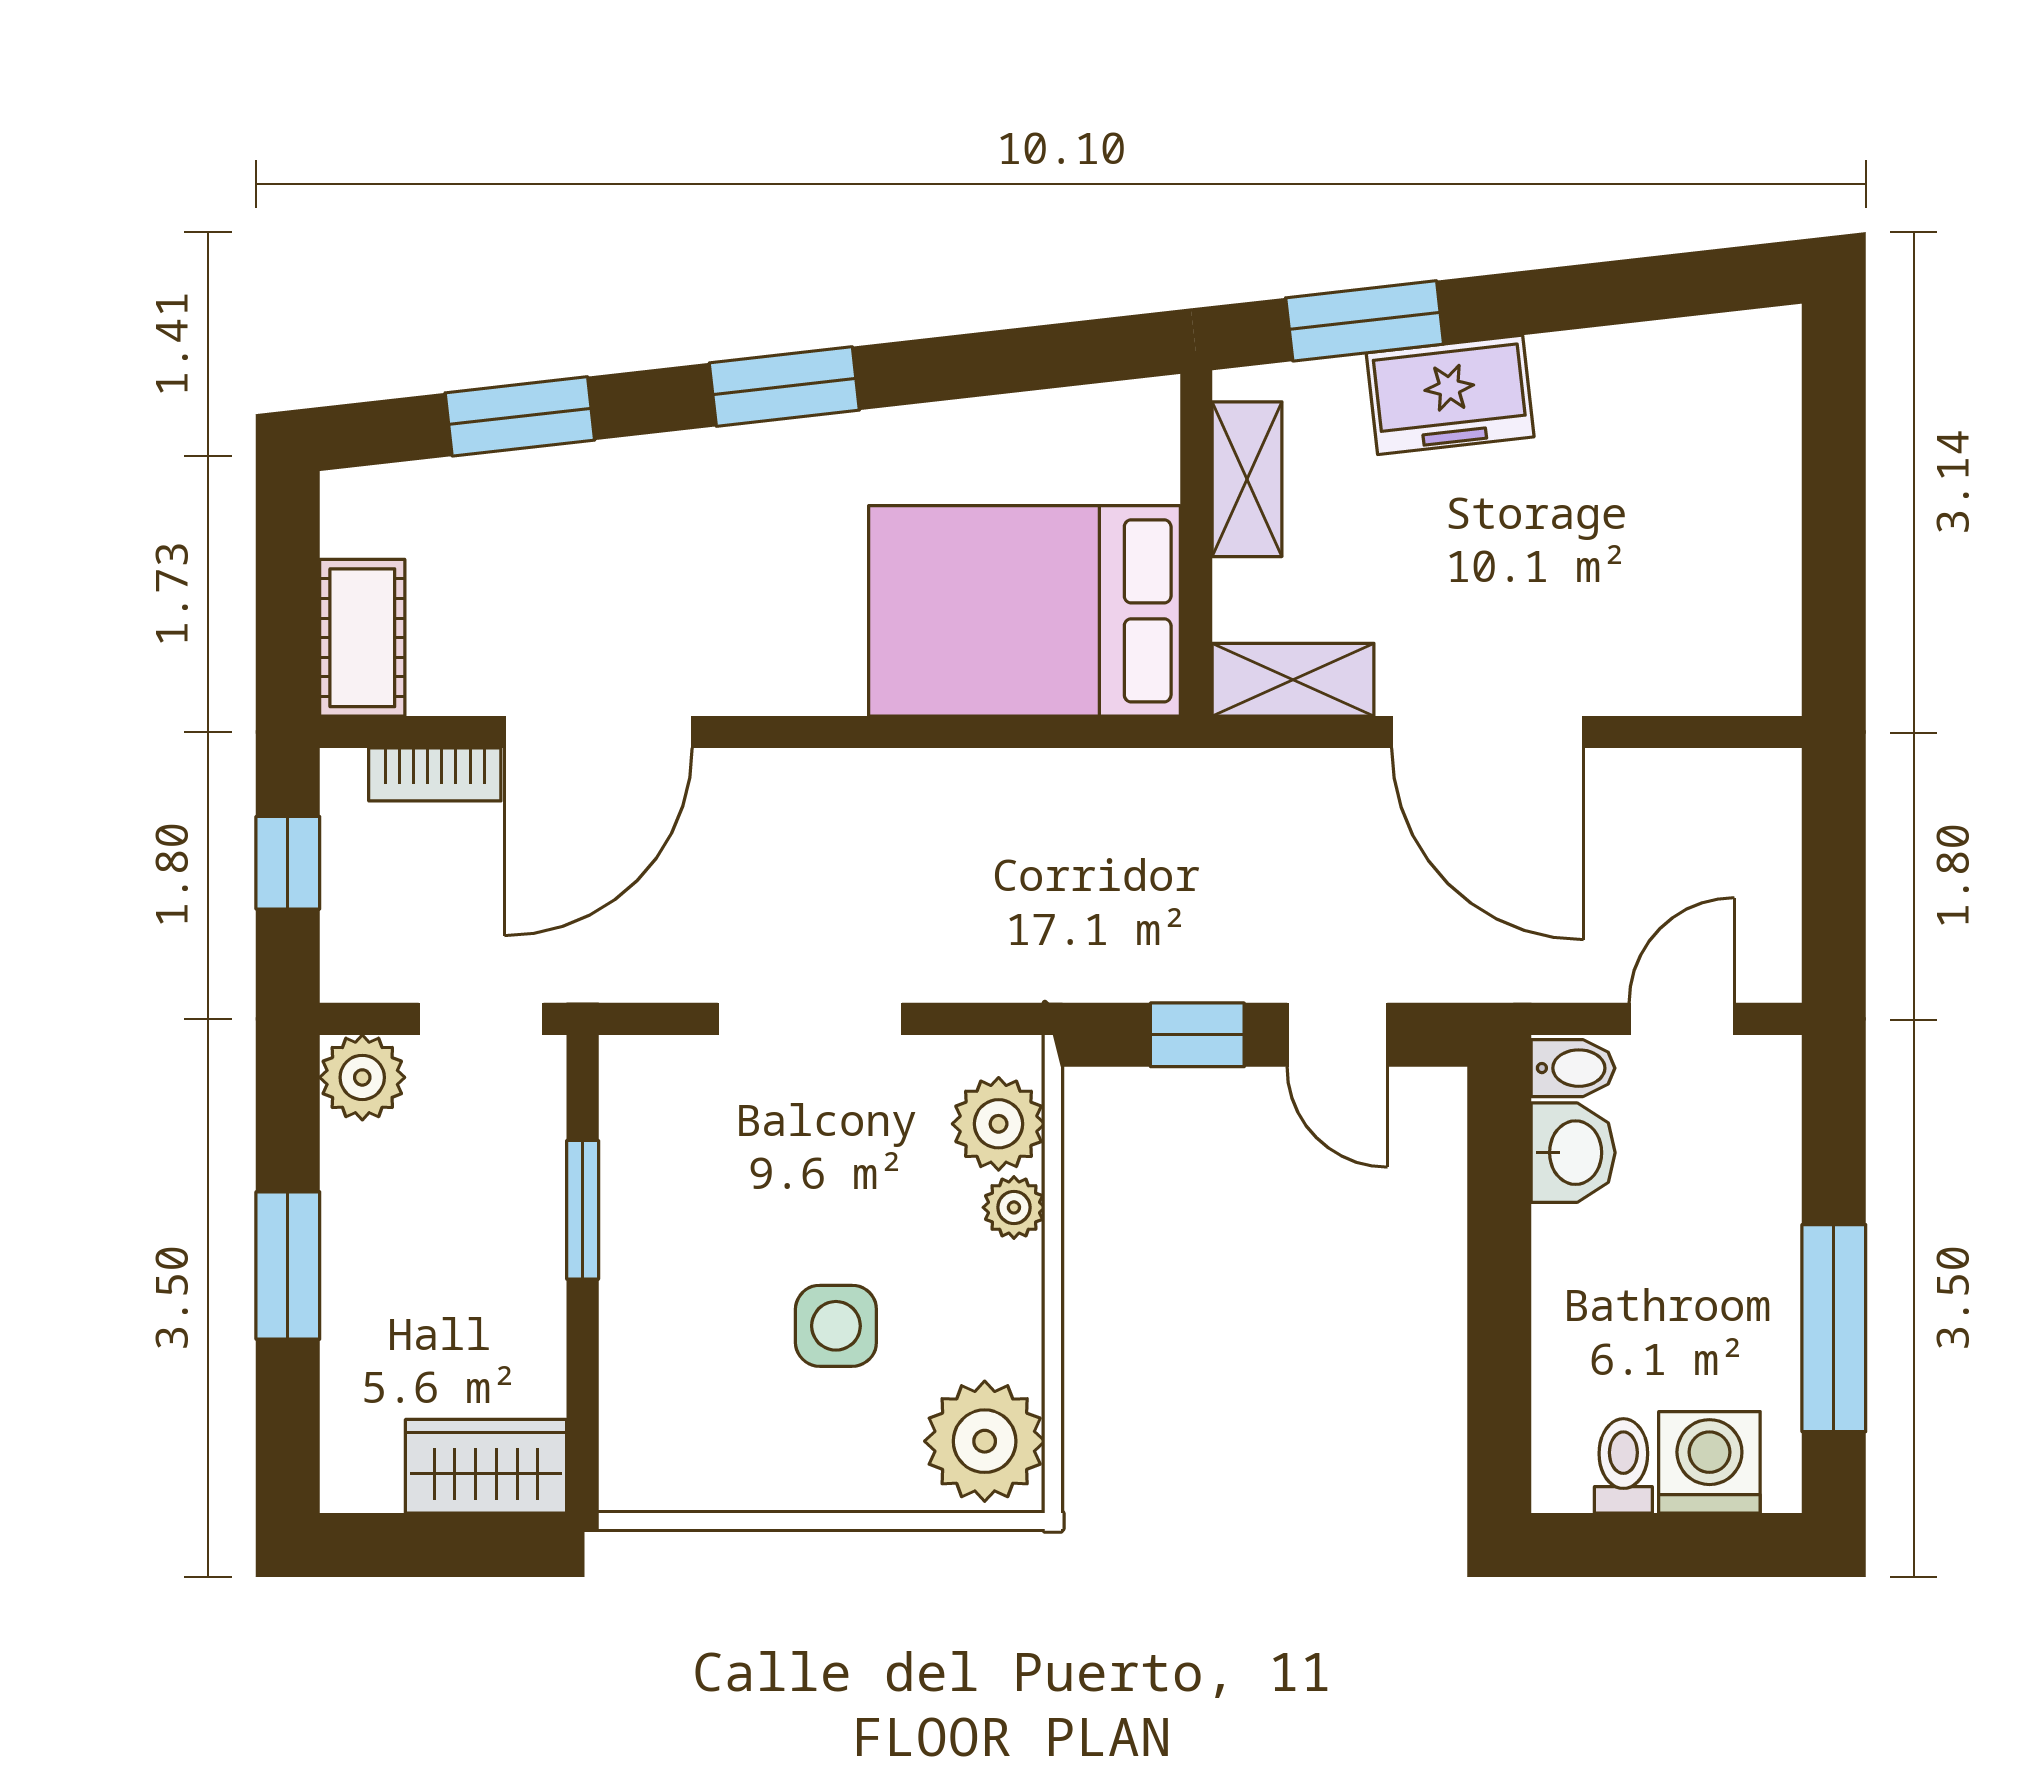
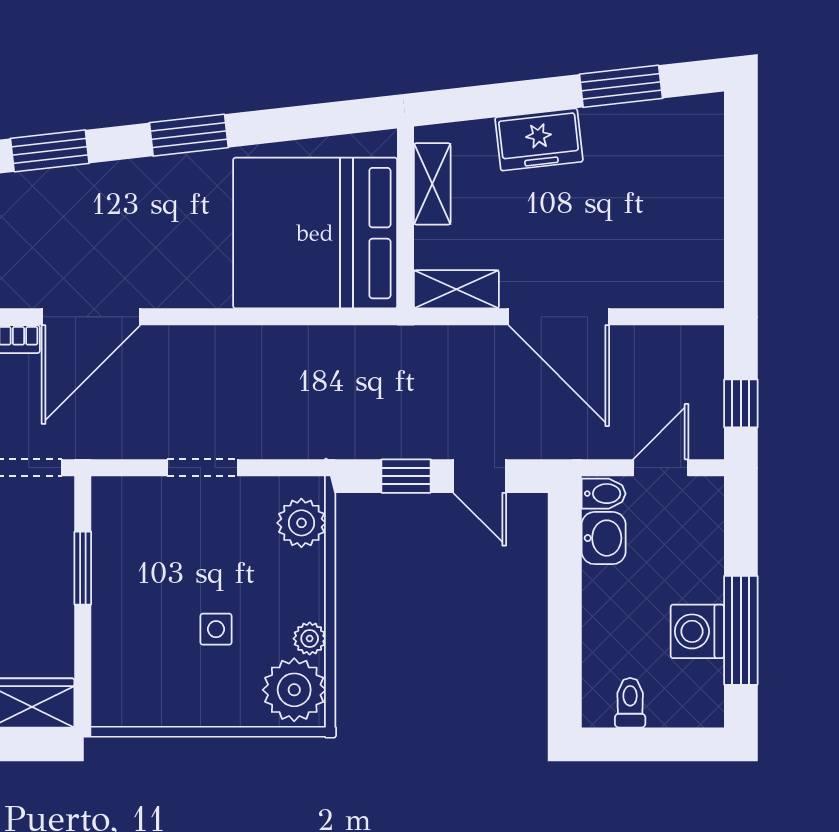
window: (1365, 321) -> (621, 86), moved
bed: (1025, 611) -> (315, 233), width x1.36
window: (1834, 897) -> (741, 403), added
doorway: (810, 1019) -> (202, 468), width x0.73
plant: (1014, 1207) -> (310, 639), moved
side table: (836, 1326) -> (216, 629), width x0.73, depth x0.73
washing machine: (1709, 1462) -> (697, 631), moved, turned -90

